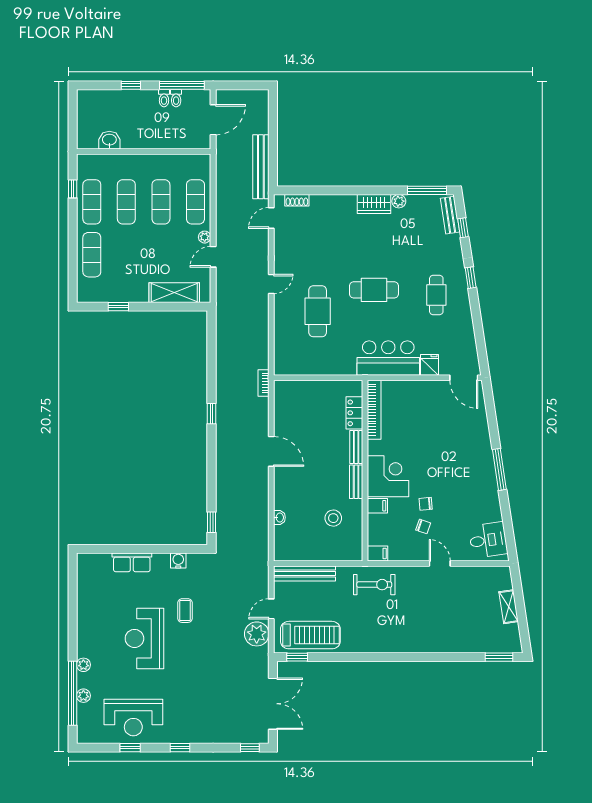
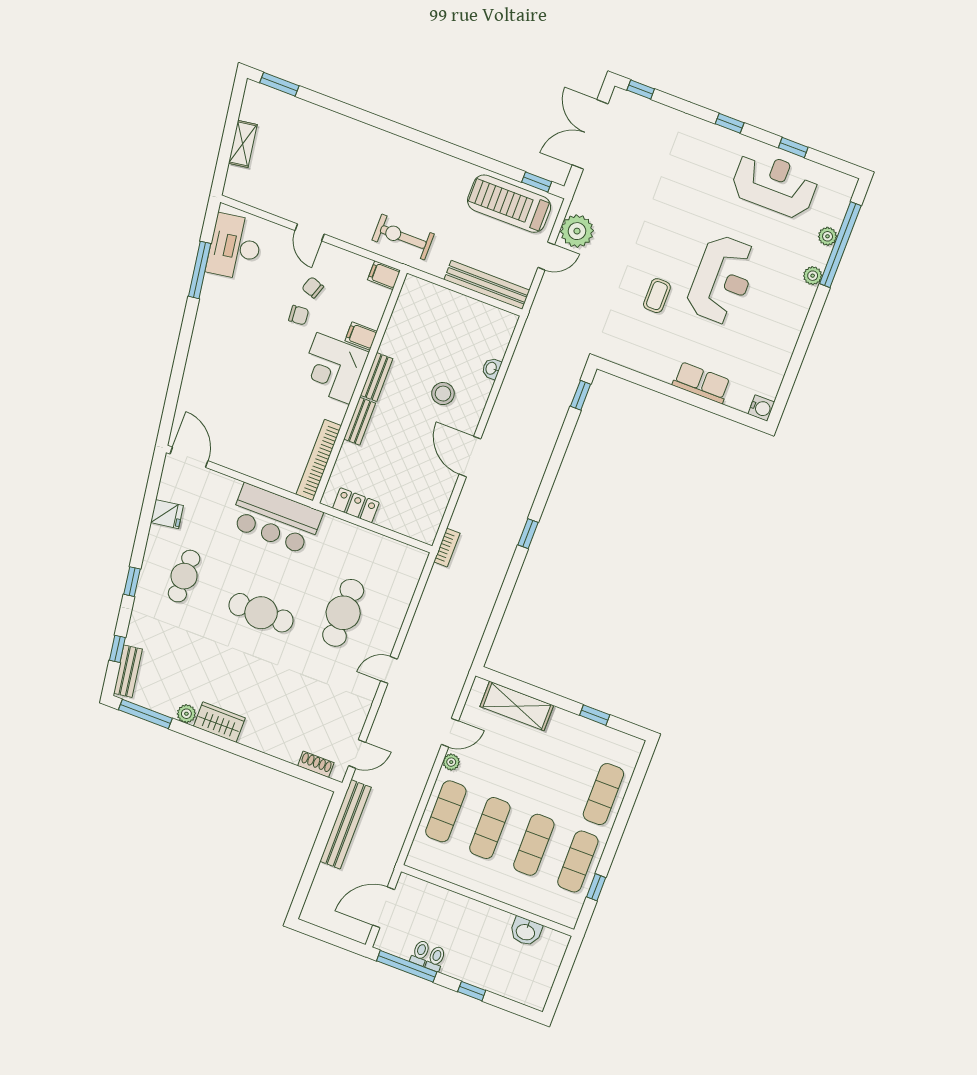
fridge: (429, 365) -> (167, 514), moved, turned -99
locker: (354, 413) -> (356, 505), moved, turned -90
window: (499, 469) -> (200, 270), moved
stool: (333, 518) -> (443, 394), moved
desk: (488, 540) -> (235, 247), width x1.37
water cooler: (178, 561) -> (761, 408), moved, turned -90

